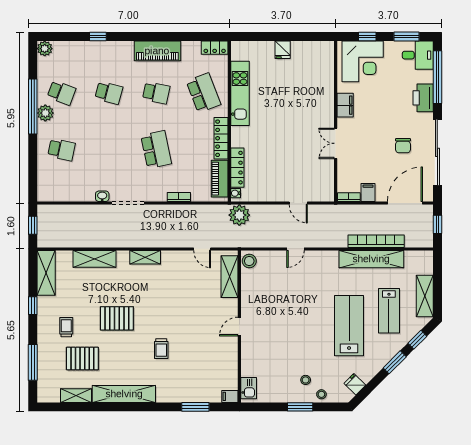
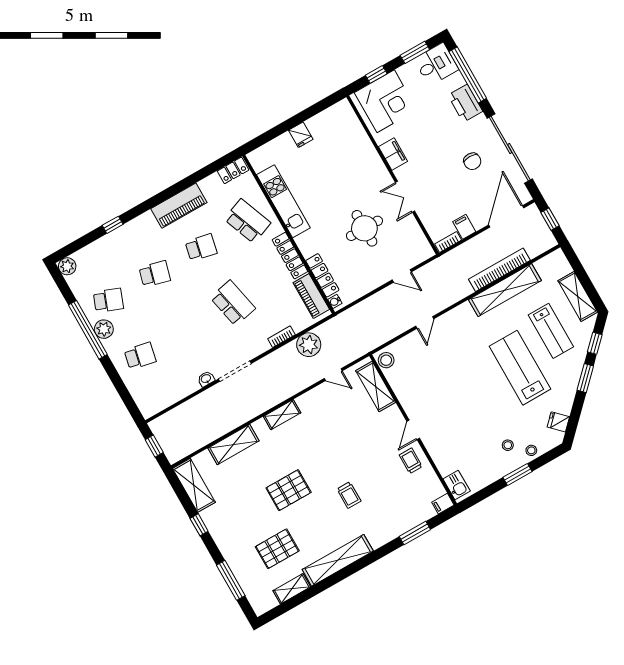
round table: (290, 150) -> (364, 228), added
plant: (239, 215) -> (309, 345), moved
trolley: (66, 327) -> (411, 461), moved

